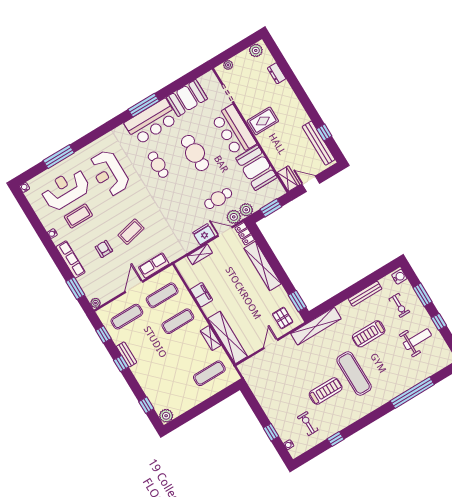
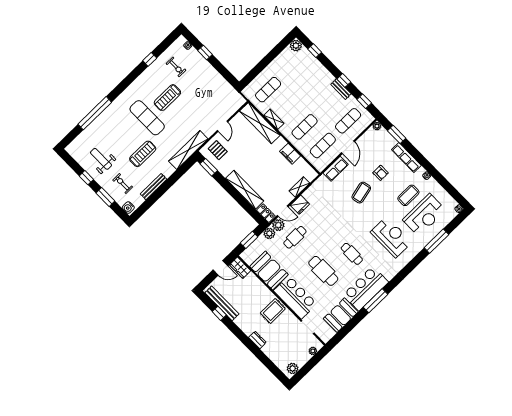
dresser: (277, 73) -> (257, 340), moved
weight bench: (417, 339) -> (101, 159), turned 90

